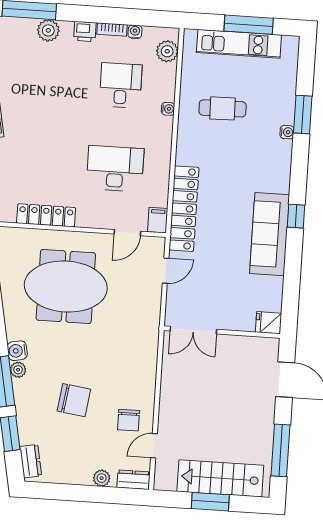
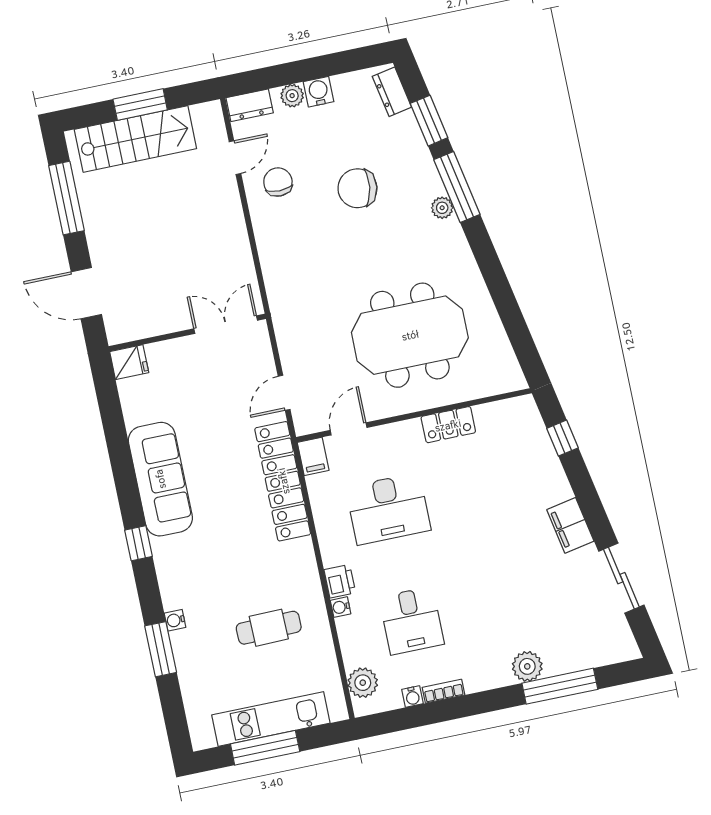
printer: (85, 31) -> (340, 581), moved, turned 90
locker: (46, 215) -> (448, 425), width x0.66
window: (296, 216) -> (139, 543), moved
water cooler: (17, 351) -> (319, 92), moved, turned -79

